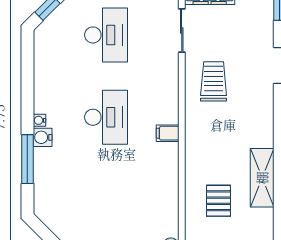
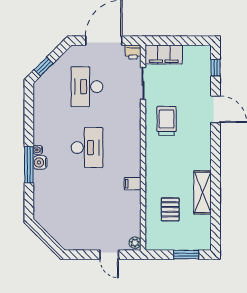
desk: (106, 35) -> (87, 87), turned 180
filing cabinet: (168, 133) -> (133, 184), moved
window: (27, 159) -> (29, 165), moved

